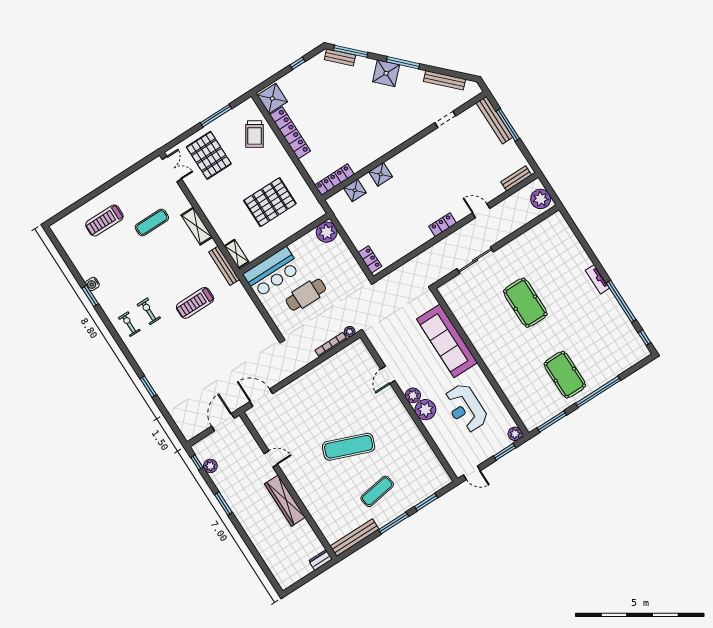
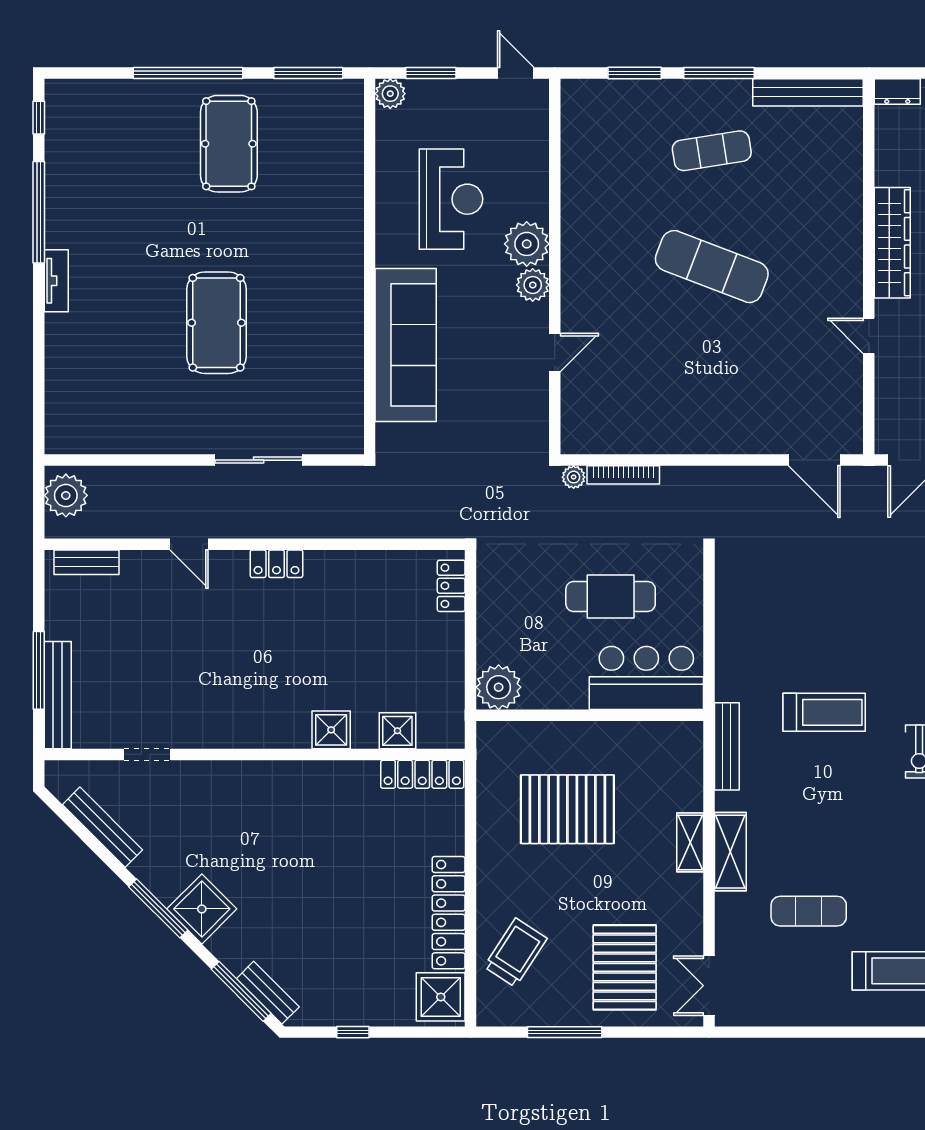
shelving: (236, 254) -> (690, 842), moved

